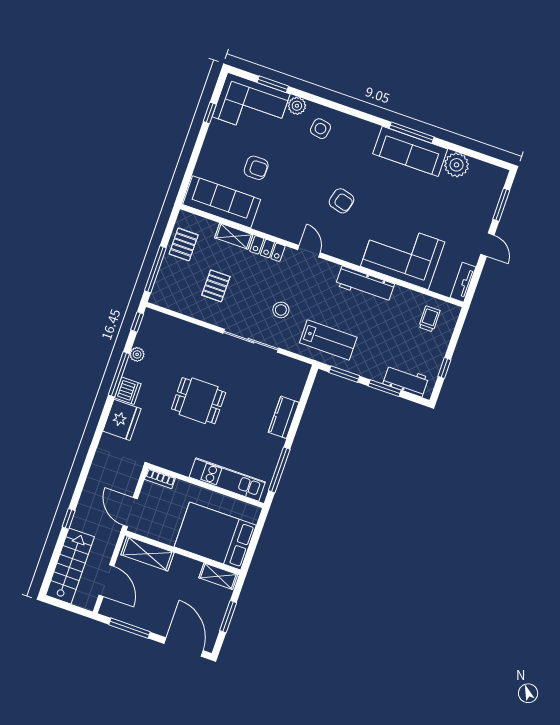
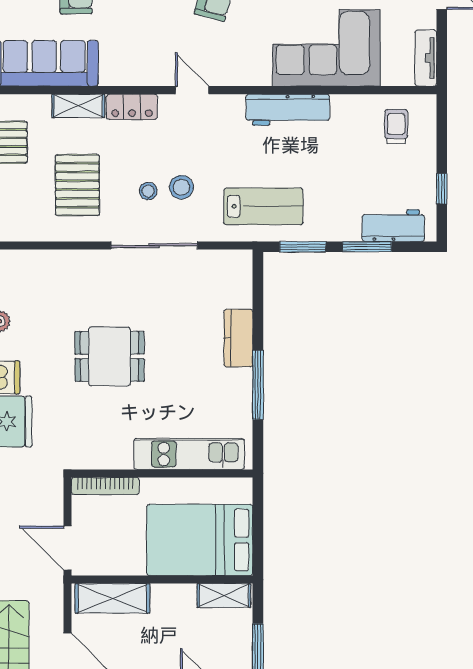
pallet: (216, 286) -> (77, 185), width x1.50, depth x1.42
stool: (259, 305) -> (148, 191), added
window: (279, 470) -> (258, 385), moved
bookcase: (160, 479) -> (105, 486), width x1.56

